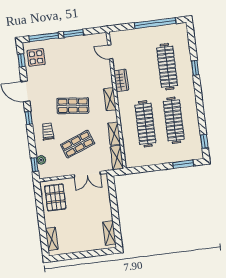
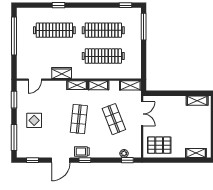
window: (74, 33) -> (14, 100), moved
display table: (36, 57) -> (34, 120), moved
trolley: (48, 132) -> (82, 151), moved
shelving: (114, 134) -> (98, 85), moved
window: (183, 164) -> (144, 27), width x1.44

